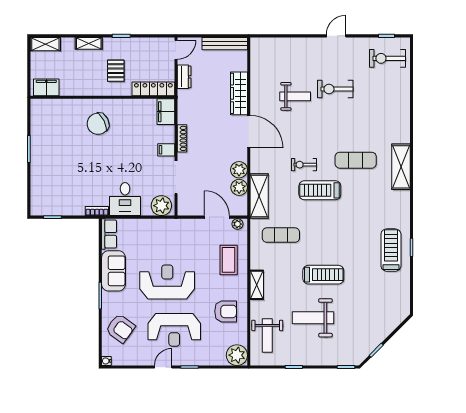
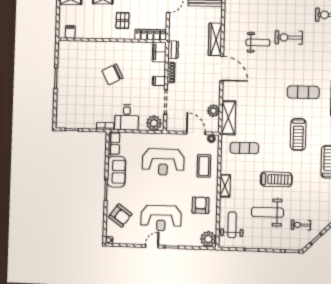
dresser: (184, 77) -> (173, 50), moved
filing cabinet: (46, 87) -> (70, 32), width x0.50
chair: (98, 124) -> (113, 74), moved
exercise bike: (304, 165) -> (301, 225), moved
plant: (239, 170) -> (214, 97), removed
treadmill: (320, 190) -> (298, 134), moved, turned -90
reception desk: (167, 282) -> (163, 162), moved, turned 180
armchair: (226, 311) -> (201, 205), turned -90
weight bench: (267, 336) -> (232, 225), turned 180

